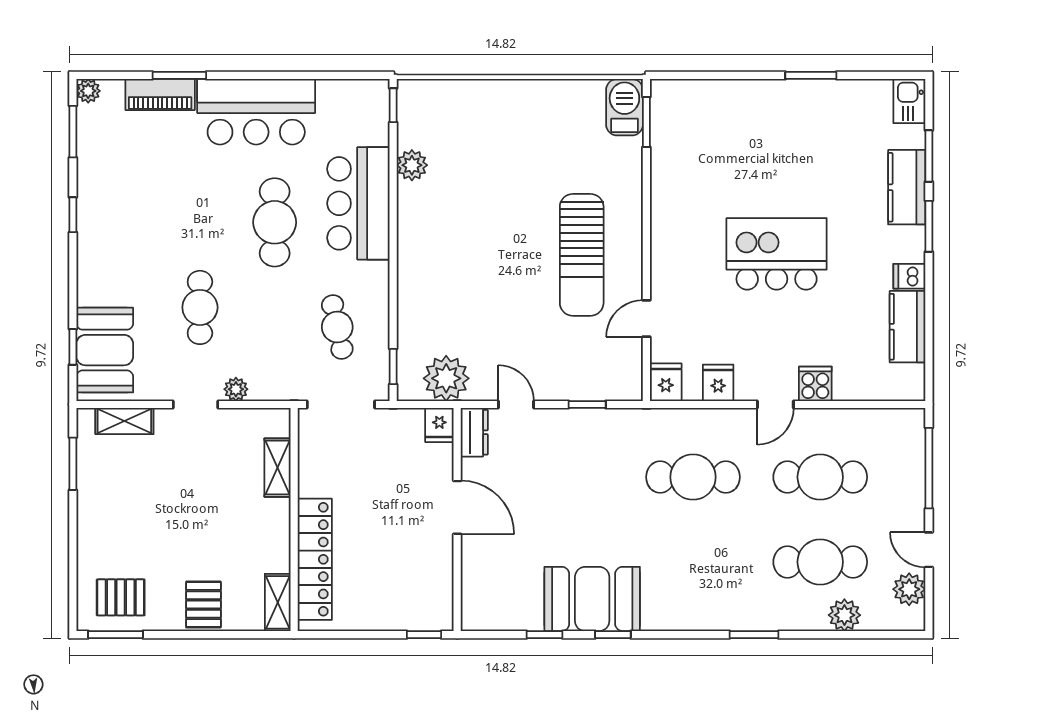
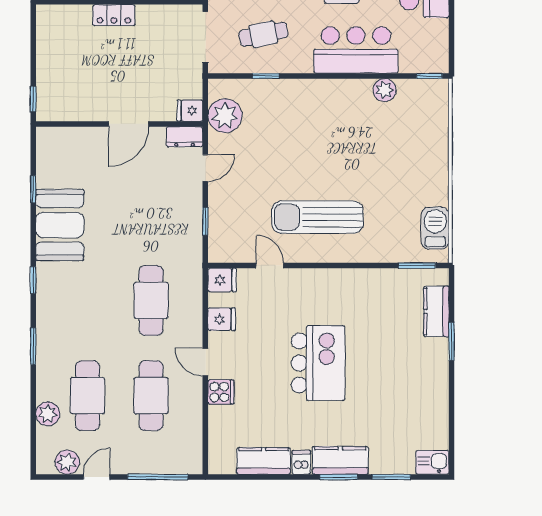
window: (811, 75) -> (452, 341), moved
kitchen counter: (708, 96) -> (436, 311), added
barbecue: (624, 107) -> (435, 228), moved, turned -90
kitchen counter: (907, 187) -> (340, 460), moved
window: (393, 367) -> (266, 76), moved
locker: (315, 559) -> (114, 15), width x0.46, depth x0.83
window: (613, 635) -> (33, 280), moved

